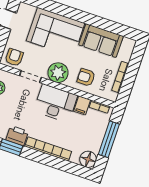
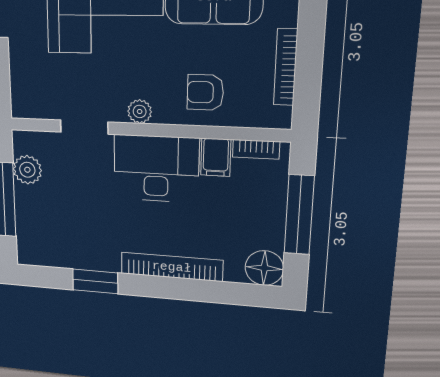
armchair: (14, 57) -> (37, 96), removed
plant: (58, 73) -> (140, 111), width x0.53, depth x0.53
printer: (17, 136) -> (100, 256), removed

